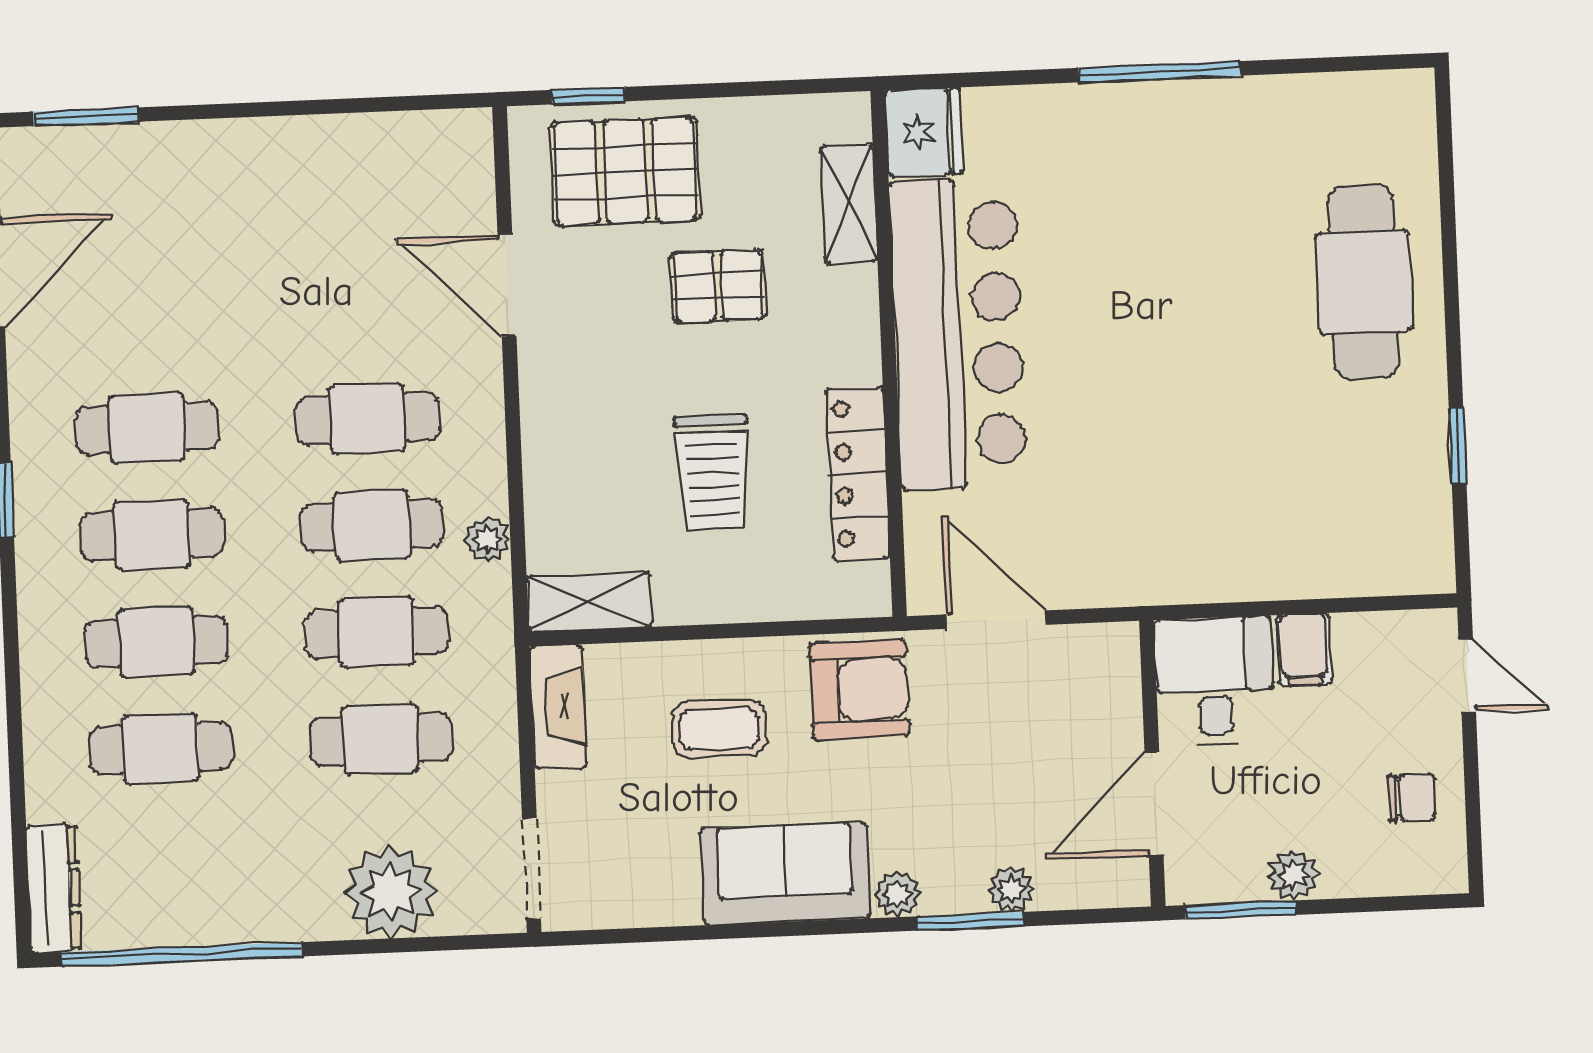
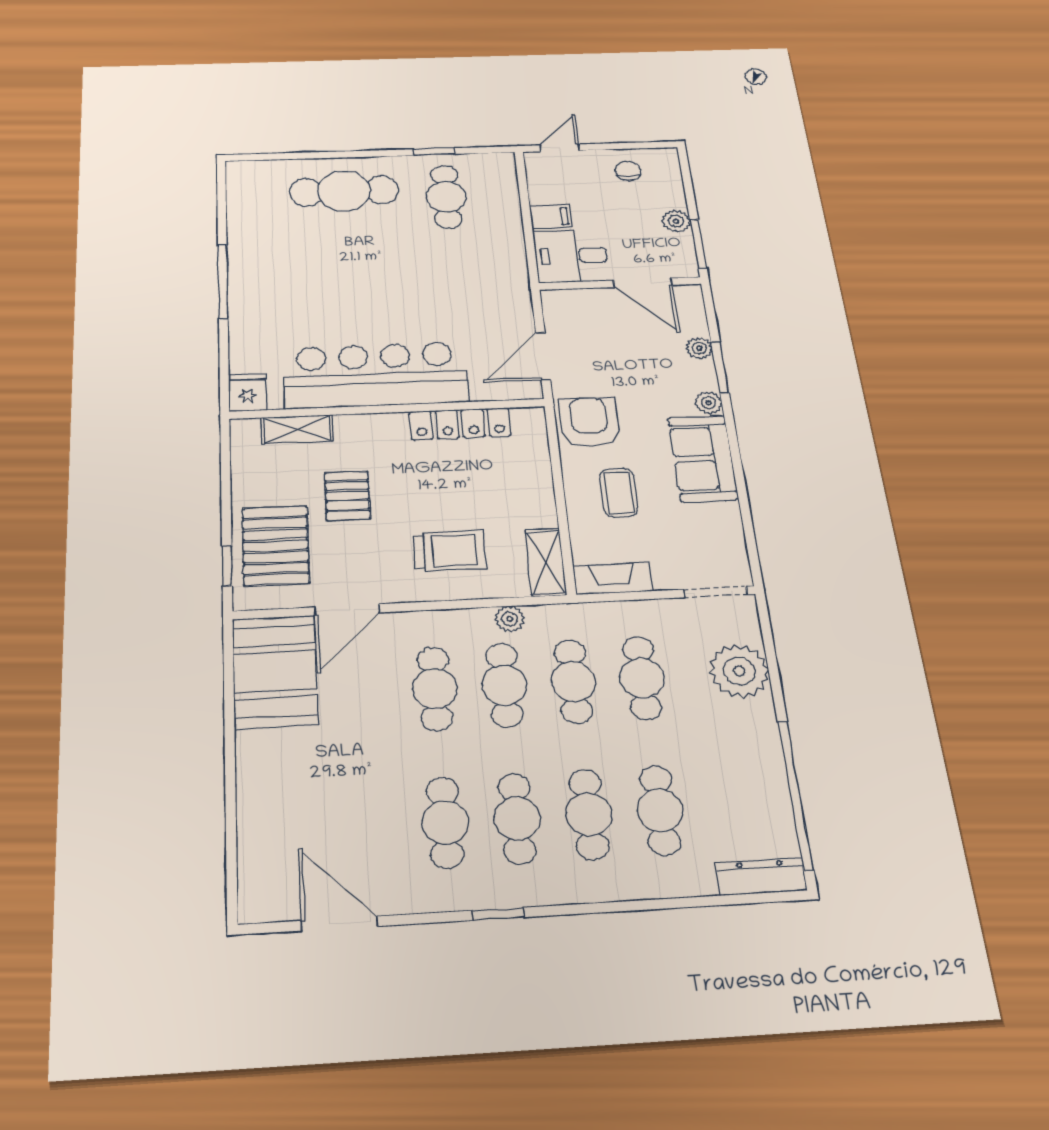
window: (86, 117) -> (232, 866), removed
fridge: (924, 132) -> (248, 393), width x0.72
booth: (401, 174) -> (275, 671), added
cafe table: (1351, 465) -> (446, 197), added
trolley: (713, 472) -> (449, 551), moved

